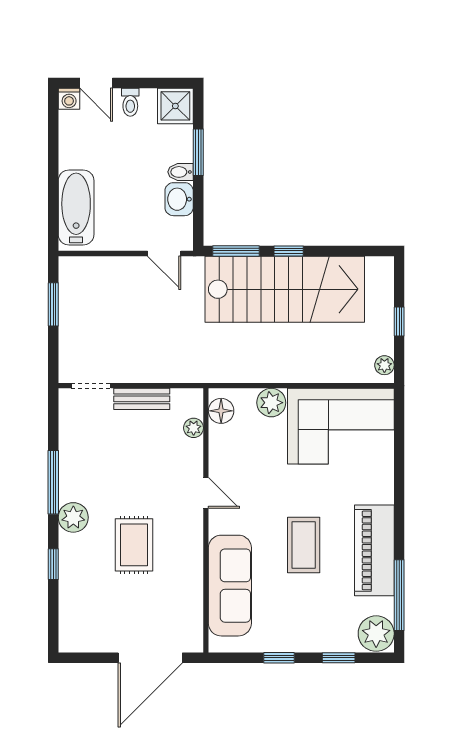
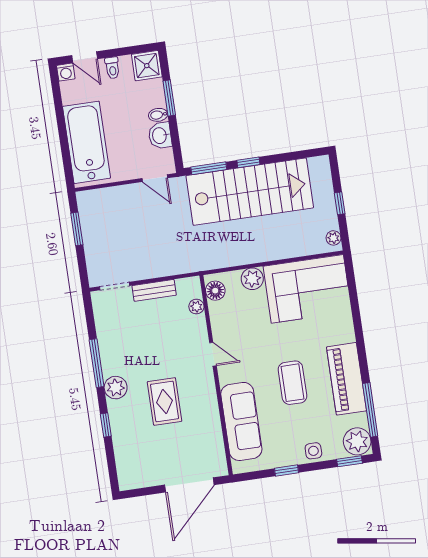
bathtub: (76, 208) -> (87, 142), width x1.36, depth x1.36
side table: (318, 637) -> (313, 451), added
window: (339, 658) -> (350, 461), moved

